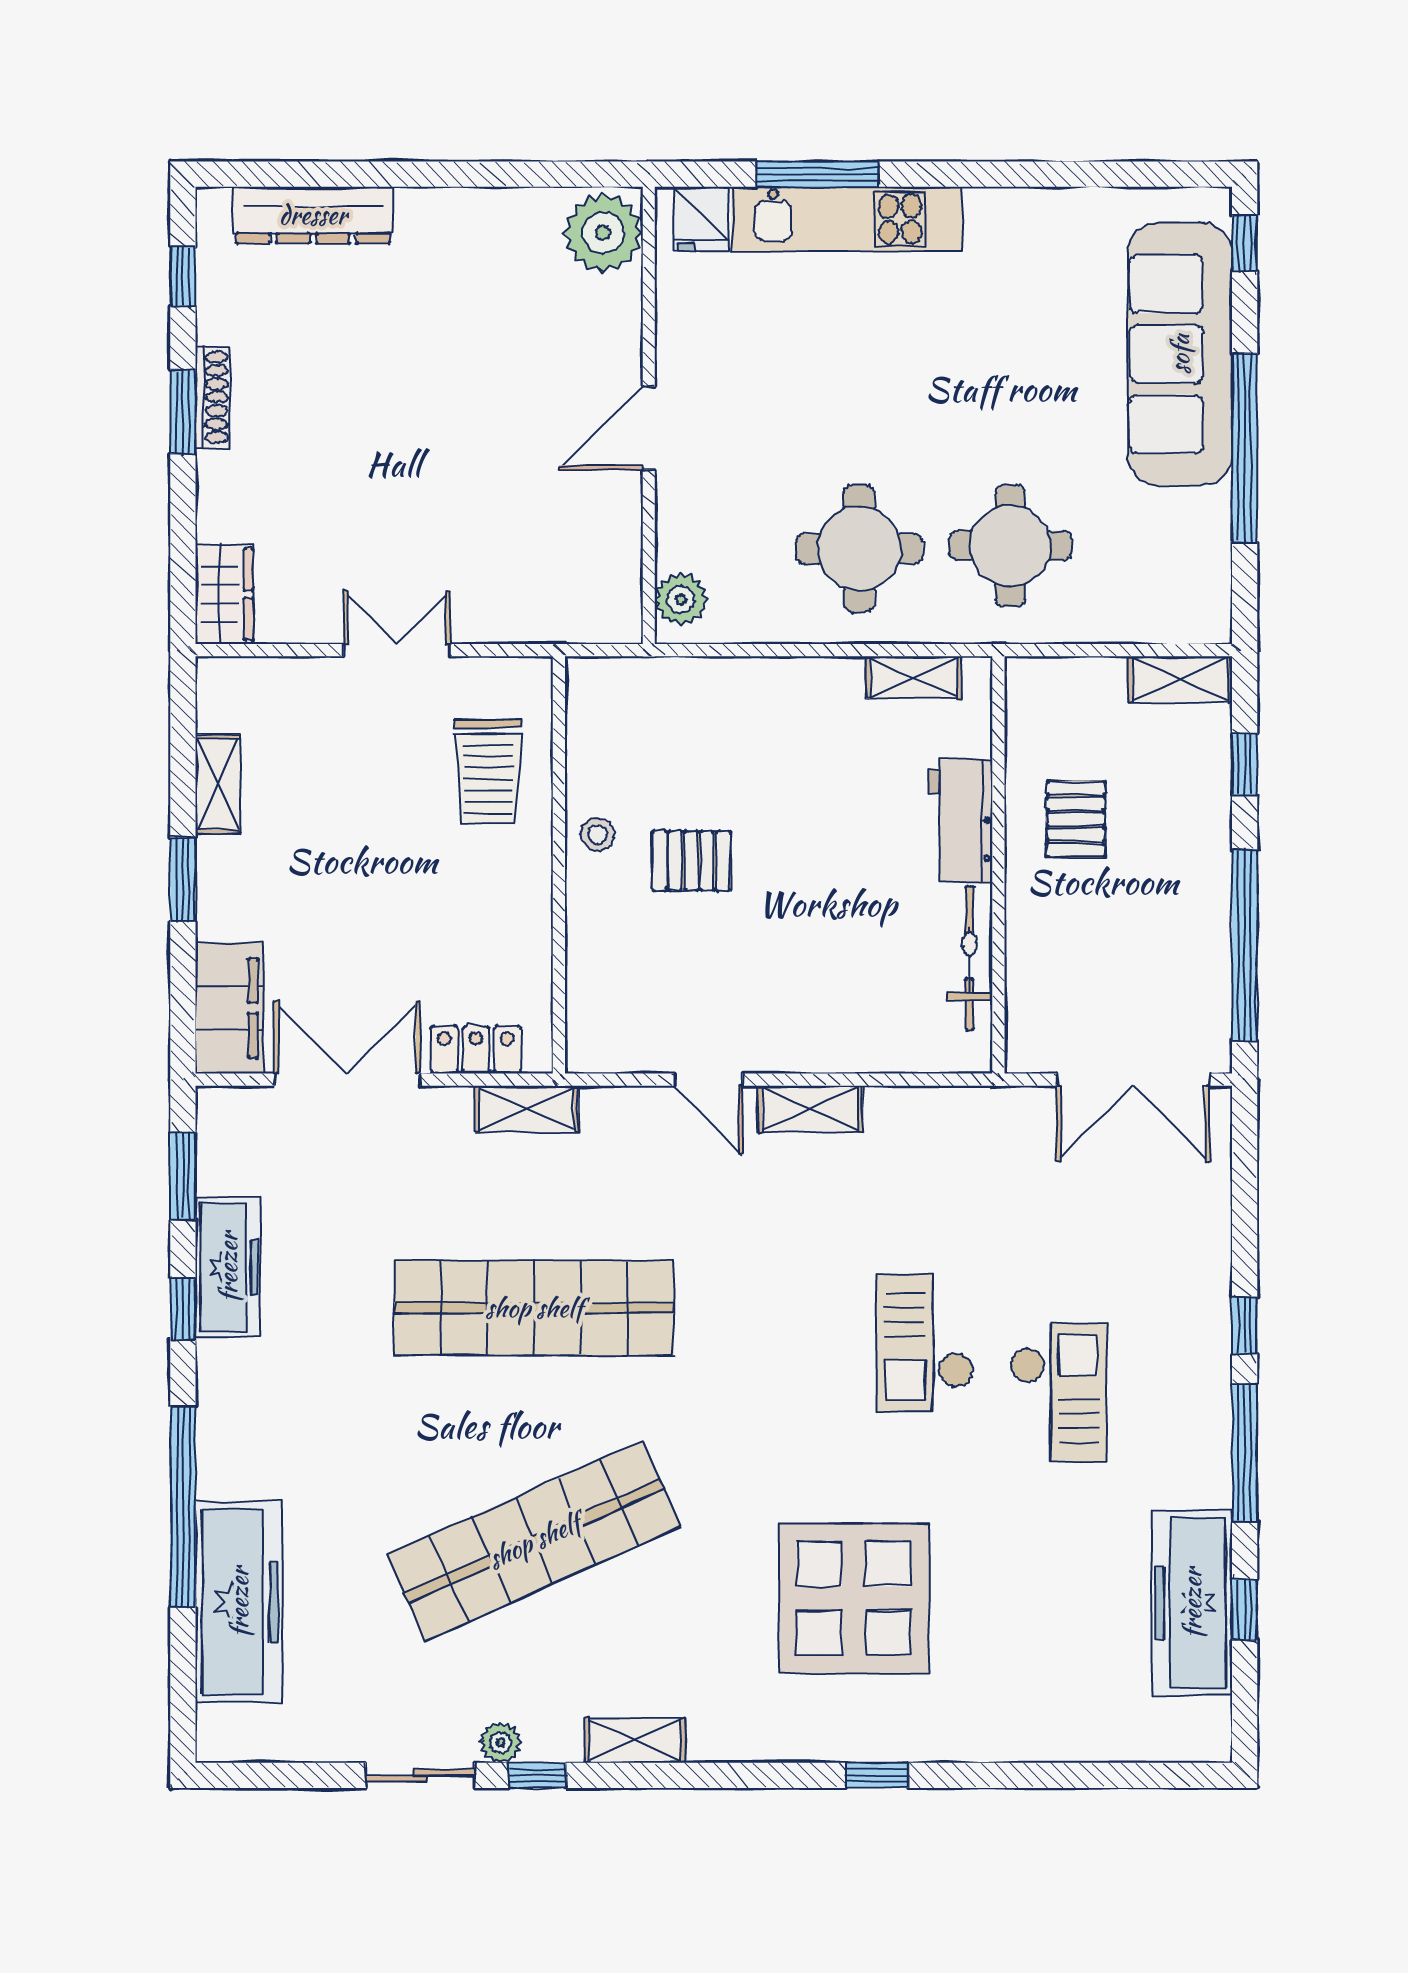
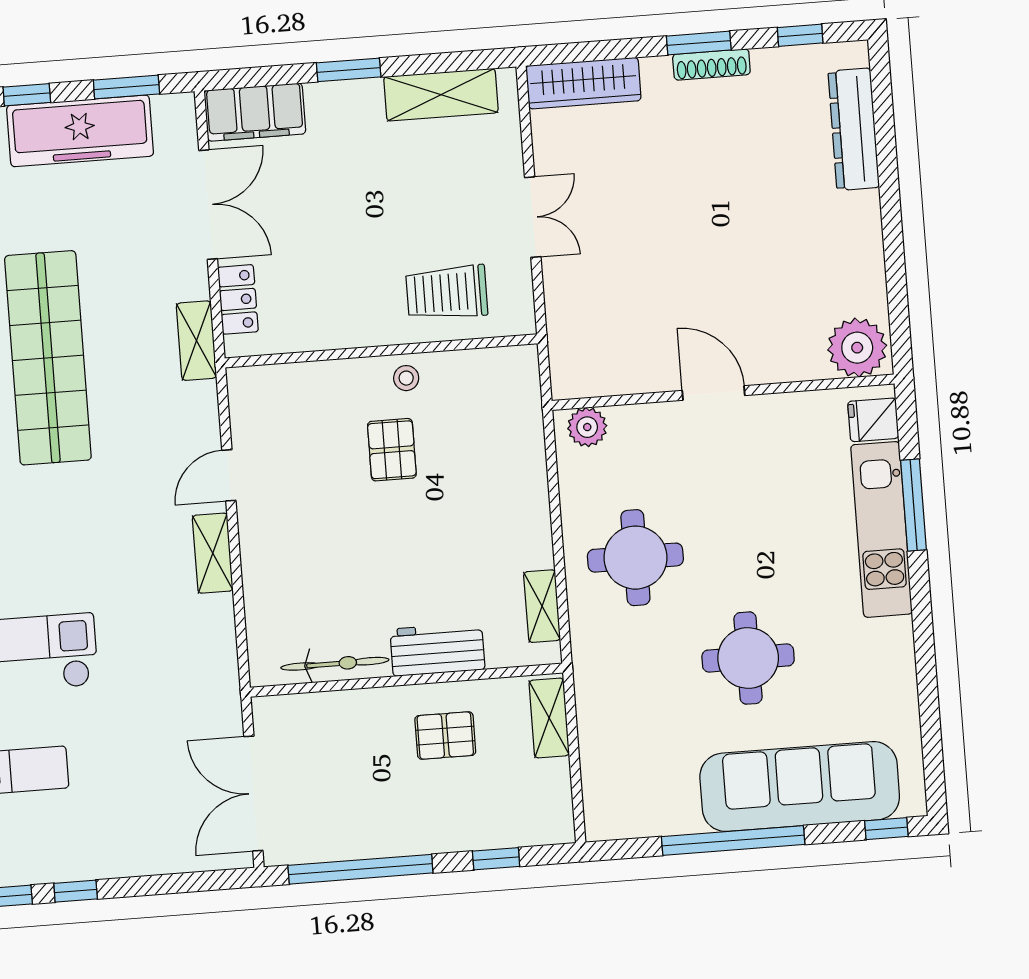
round table: (1010, 546) -> (748, 658), moved
wardrobe: (224, 594) -> (583, 83), width x1.50
shelving: (1180, 679) -> (549, 718), moved
shelving: (218, 784) -> (441, 95), width x1.50, depth x1.33
freezer: (228, 1267) -> (80, 131), width x1.36, depth x1.26

